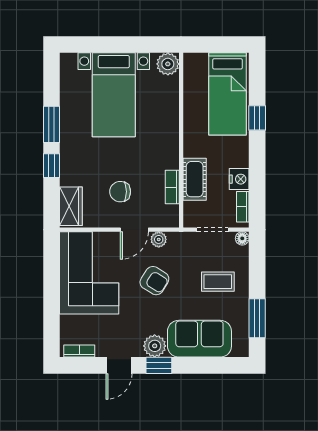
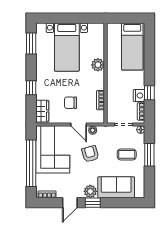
plant: (168, 64) -> (98, 65), moved
window: (257, 118) -> (149, 93), moved
window: (51, 124) -> (31, 44), moved
cot: (195, 179) -> (113, 96), removed
door: (134, 230) -> (79, 125), hinge flipped
armchair: (154, 281) -> (90, 154), turned -138
window: (51, 297) -> (31, 163), added
window: (257, 318) -> (149, 155), moved

